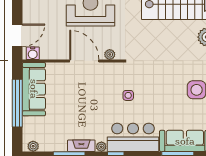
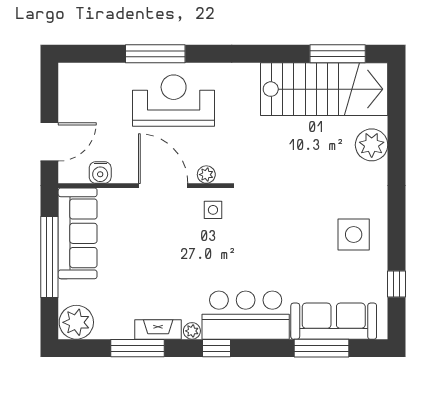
water cooler: (33, 53) -> (100, 173), moved
side table: (128, 95) -> (213, 210), moved
plant: (33, 146) -> (76, 322), width x1.88, depth x1.88

